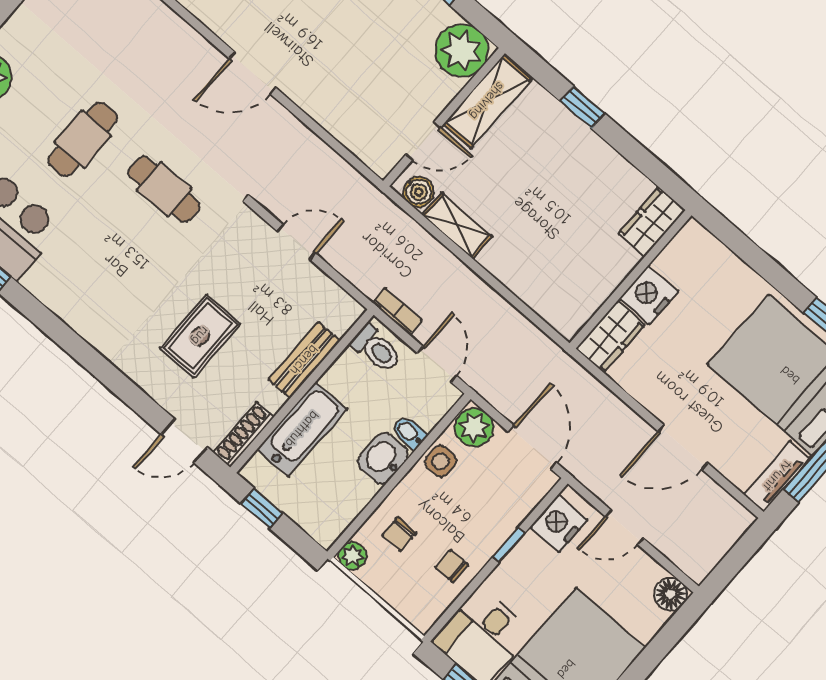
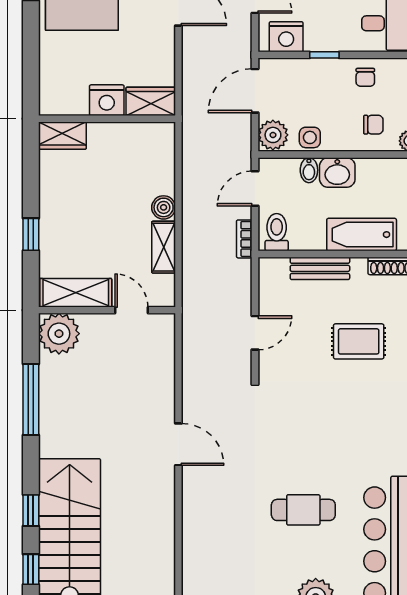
cafe table: (164, 189) -> (291, 437), removed
boiler: (419, 192) -> (164, 207), moved
door: (296, 242) -> (255, 333), swing flipped

